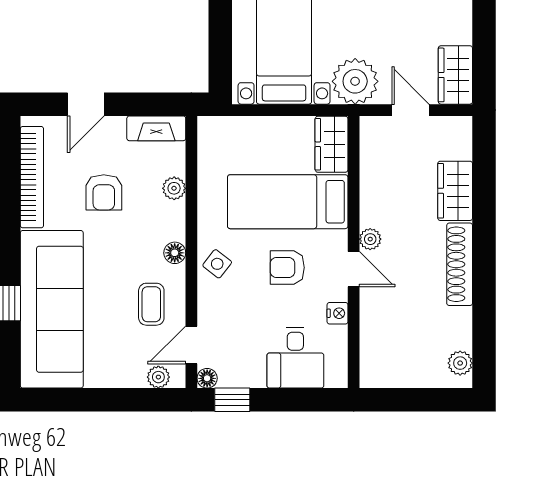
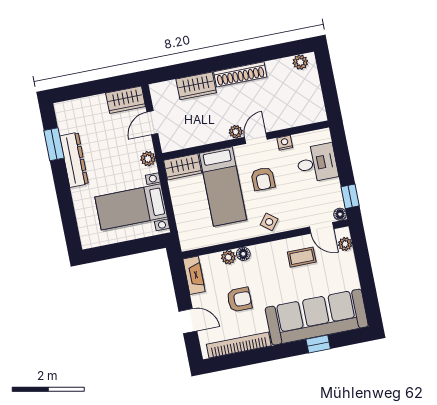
plant: (355, 81) -> (148, 159), width x0.53, depth x0.53
floor lamp: (175, 253) -> (243, 254), moved

